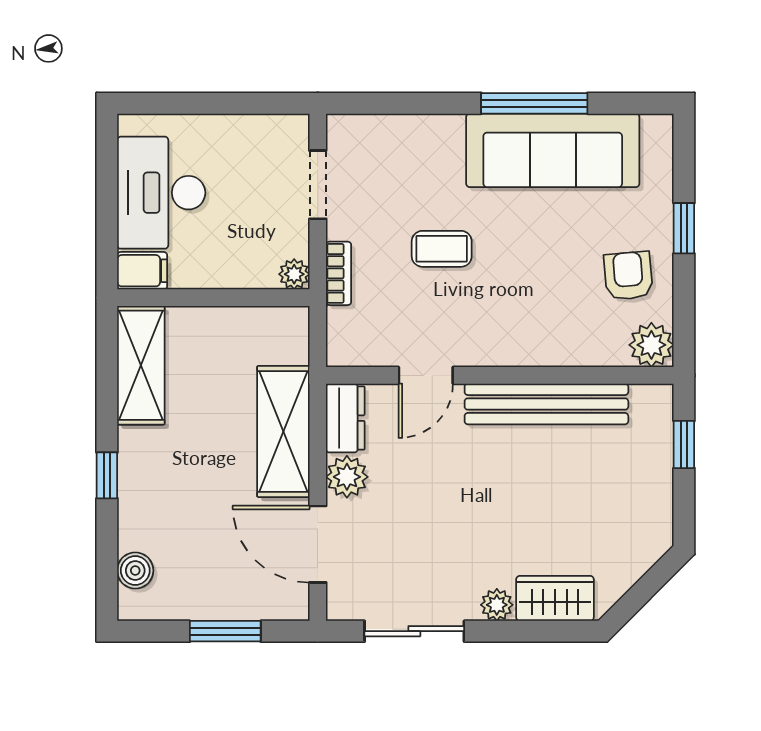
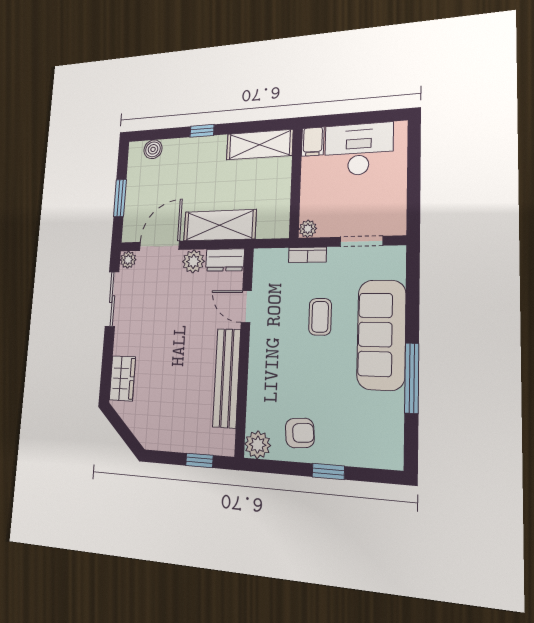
sofa: (553, 150) -> (381, 335), moved
plant: (497, 605) -> (128, 260), moved

